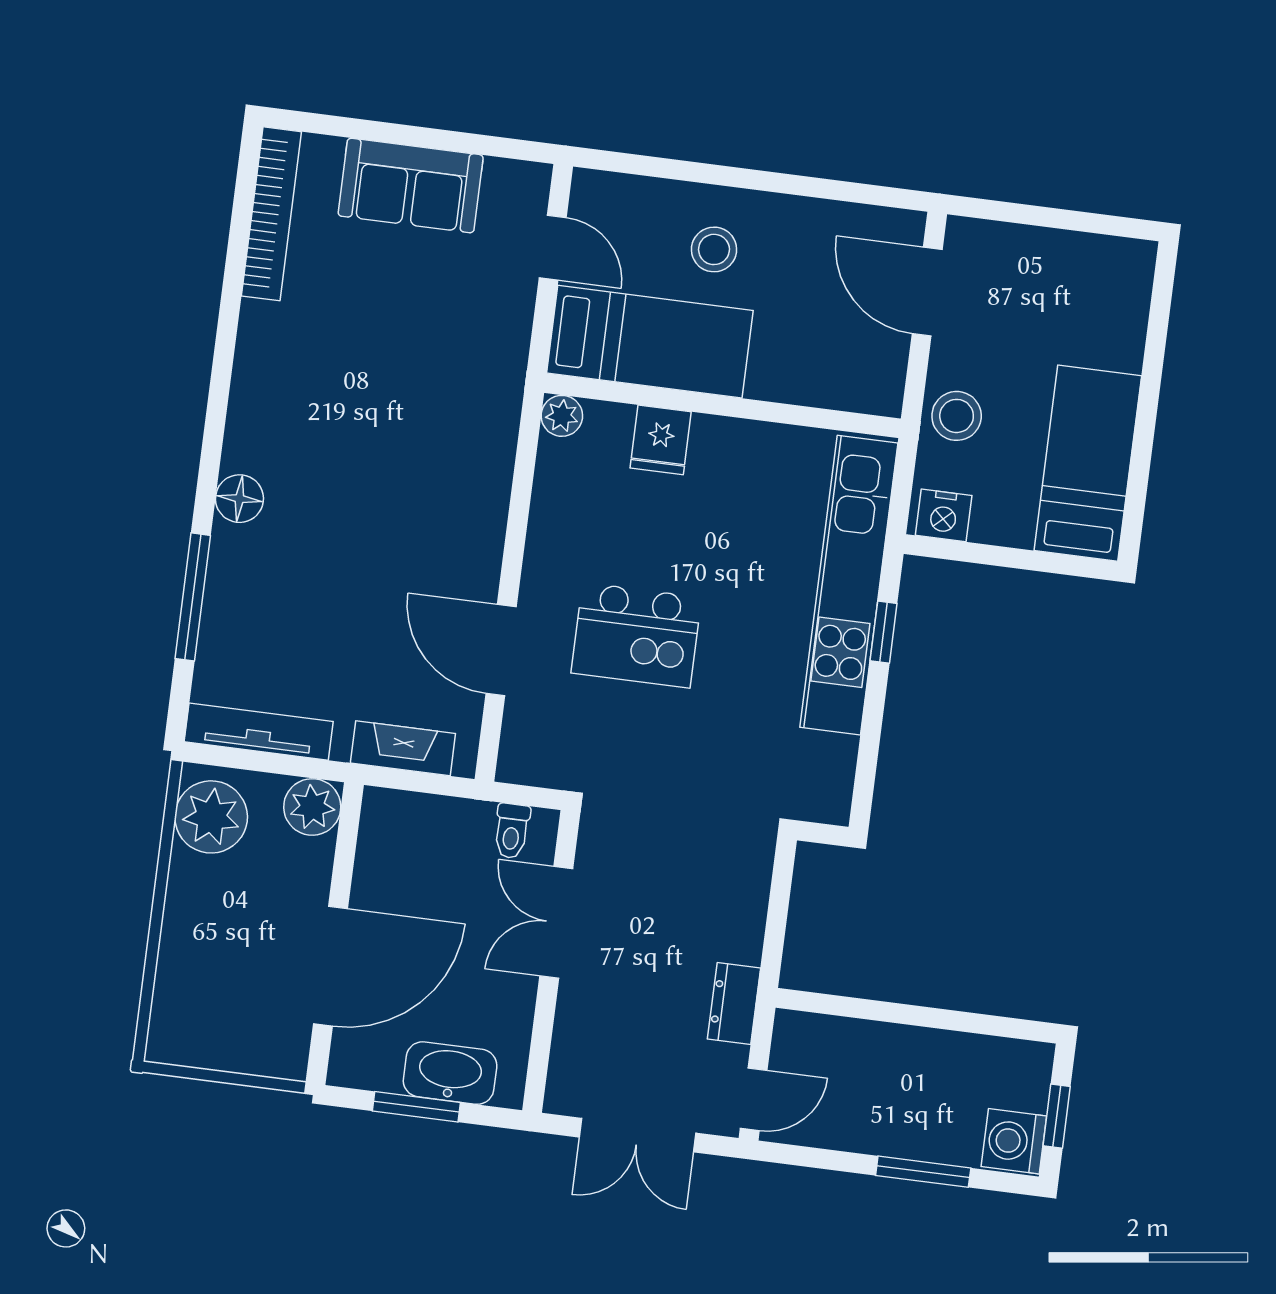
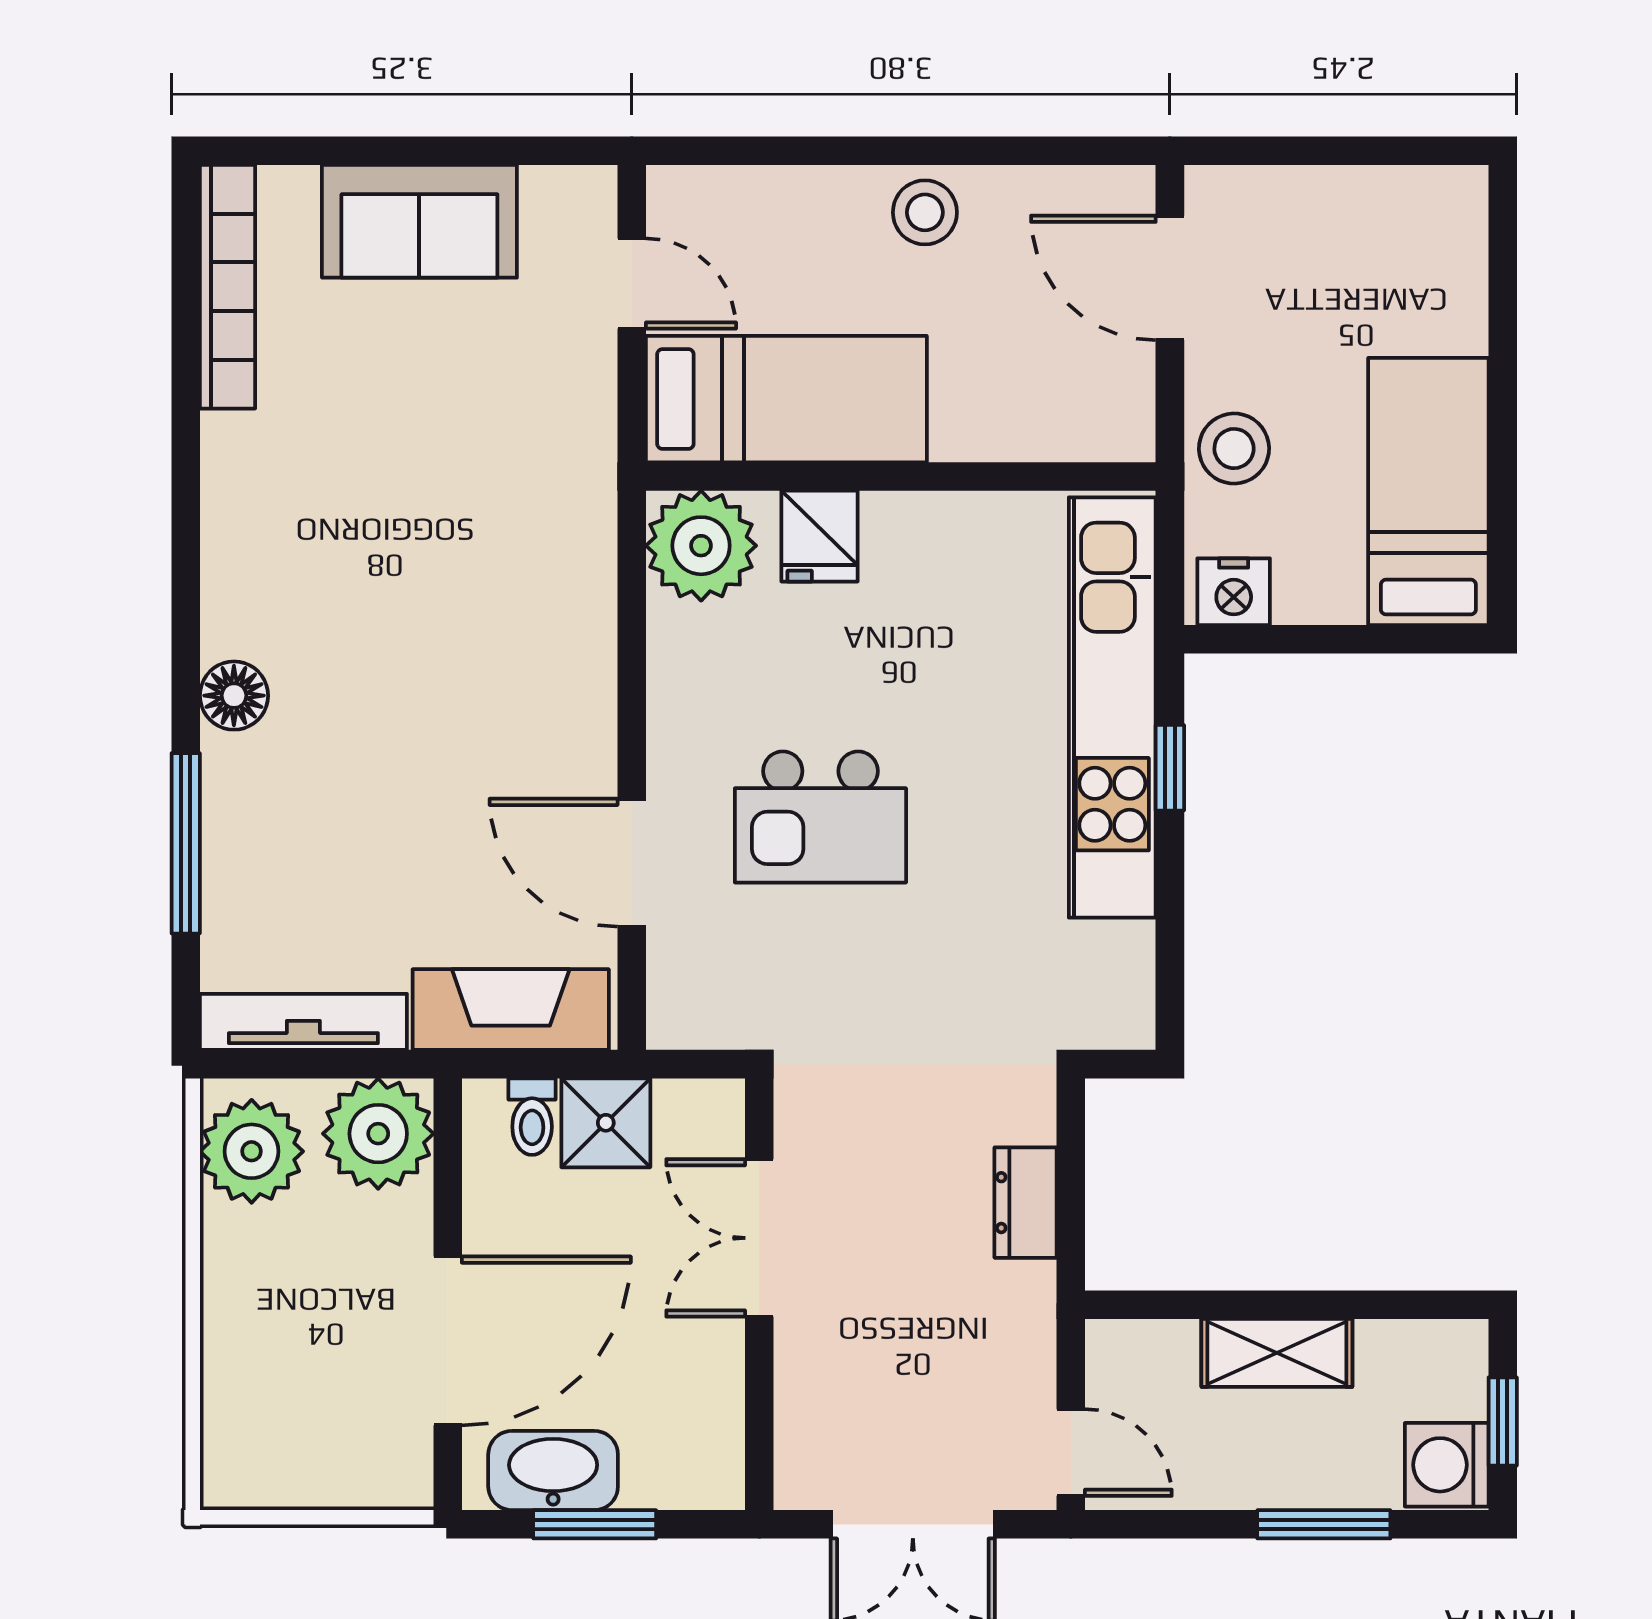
stool: (714, 249) -> (925, 212), moved
plant: (562, 416) -> (701, 546), width x1.88, depth x1.88
fireplace: (403, 748) -> (511, 1010), width x1.37, depth x1.32
plant: (312, 807) -> (378, 1134), width x1.36, depth x1.36
shower: (460, 829) -> (606, 1123), added
toilet: (512, 831) -> (532, 1117), moved
dresser: (734, 1003) -> (1026, 1203), moved
shelving: (906, 1048) -> (1277, 1353), added
washbasin: (450, 1073) -> (553, 1471), moved
door: (754, 1099) -> (1071, 1453), hinge flipped

